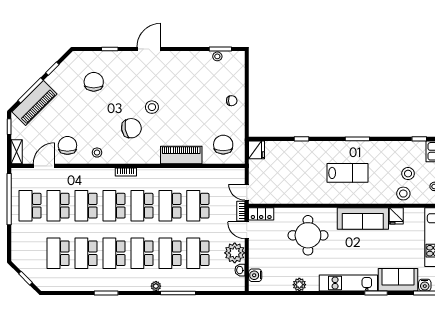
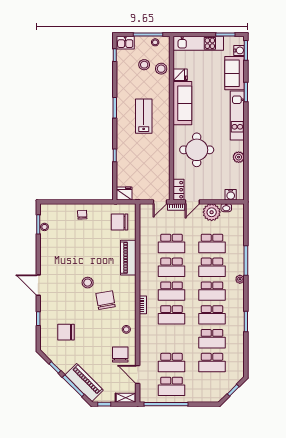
chair: (67, 145) -> (120, 355), turned 90
school desk: (86, 206) -> (172, 339), removed

